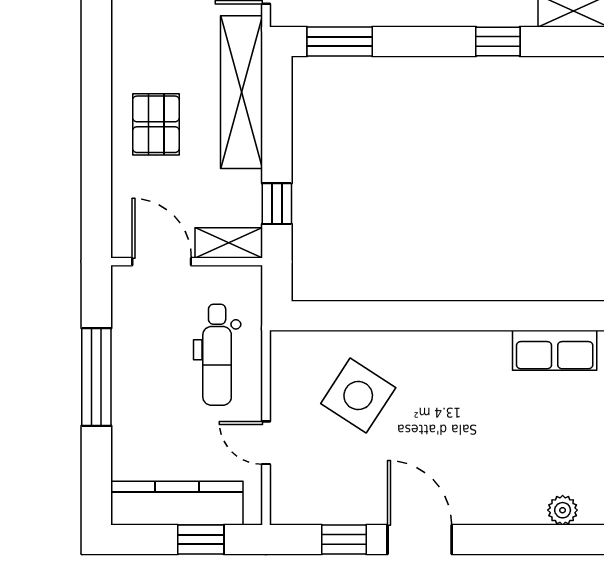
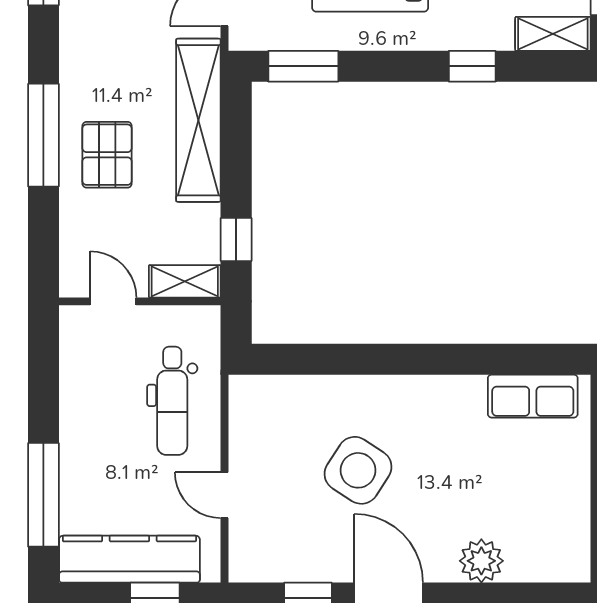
window: (96, 106) -> (43, 135), added
door: (162, 262) -> (113, 301), width x0.73
window: (96, 377) -> (43, 495), moved
side table: (358, 396) -> (358, 470), moved
plant: (563, 510) -> (481, 561), moved, width x1.38, depth x1.38

